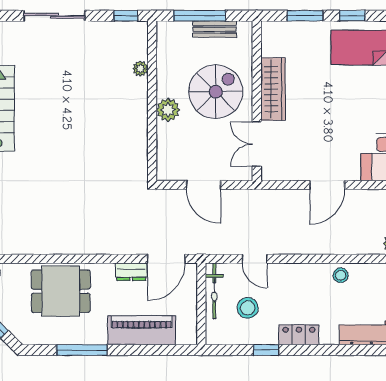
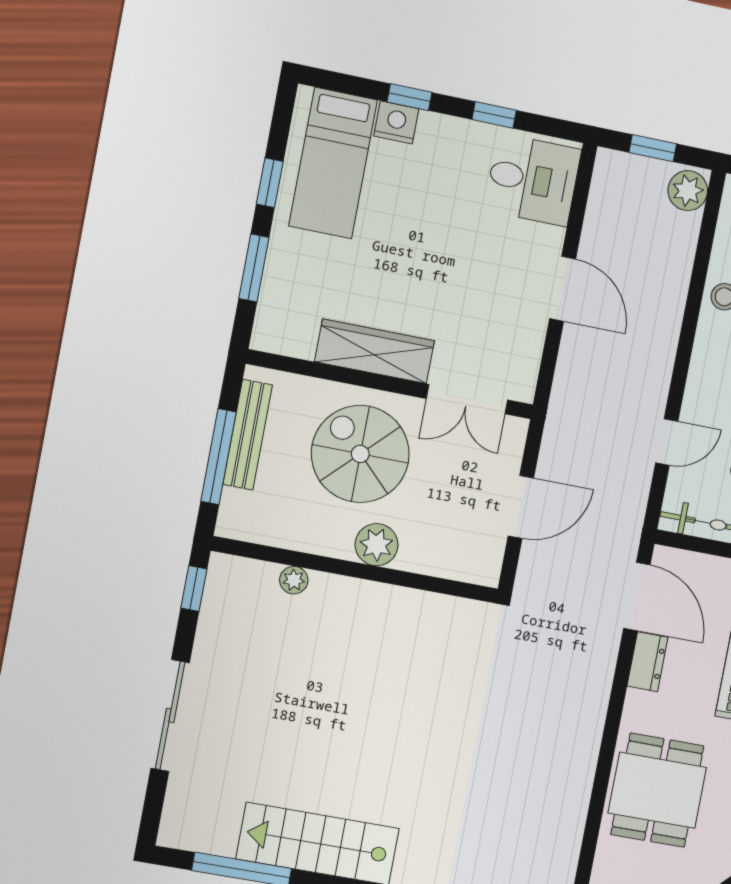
bench: (215, 29) -> (248, 435), width x1.36

